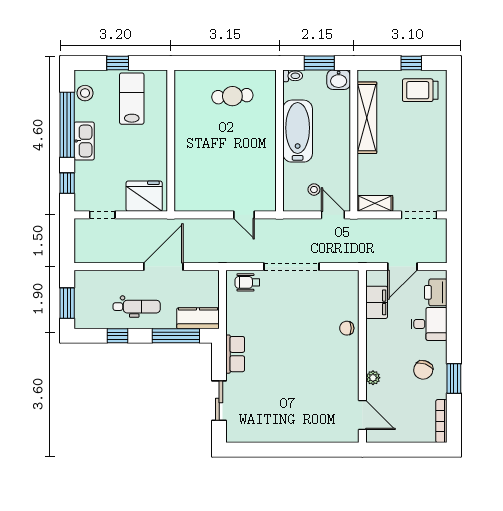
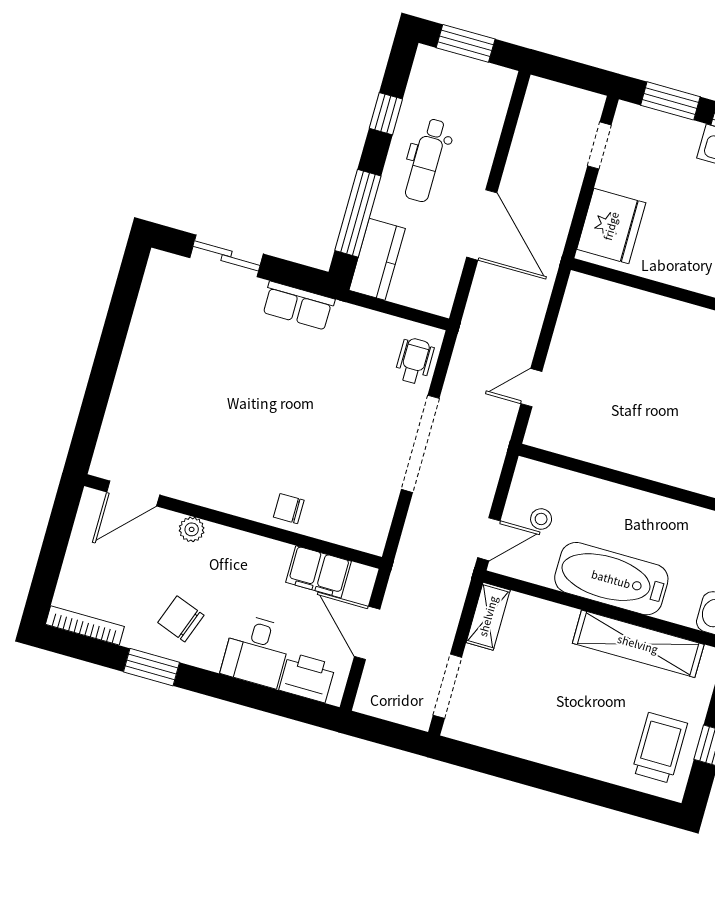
bathtub: (298, 131) -> (611, 579), moved, turned 180
window: (67, 183) -> (670, 101), width x1.50
chair: (347, 328) -> (289, 509), turned -90

